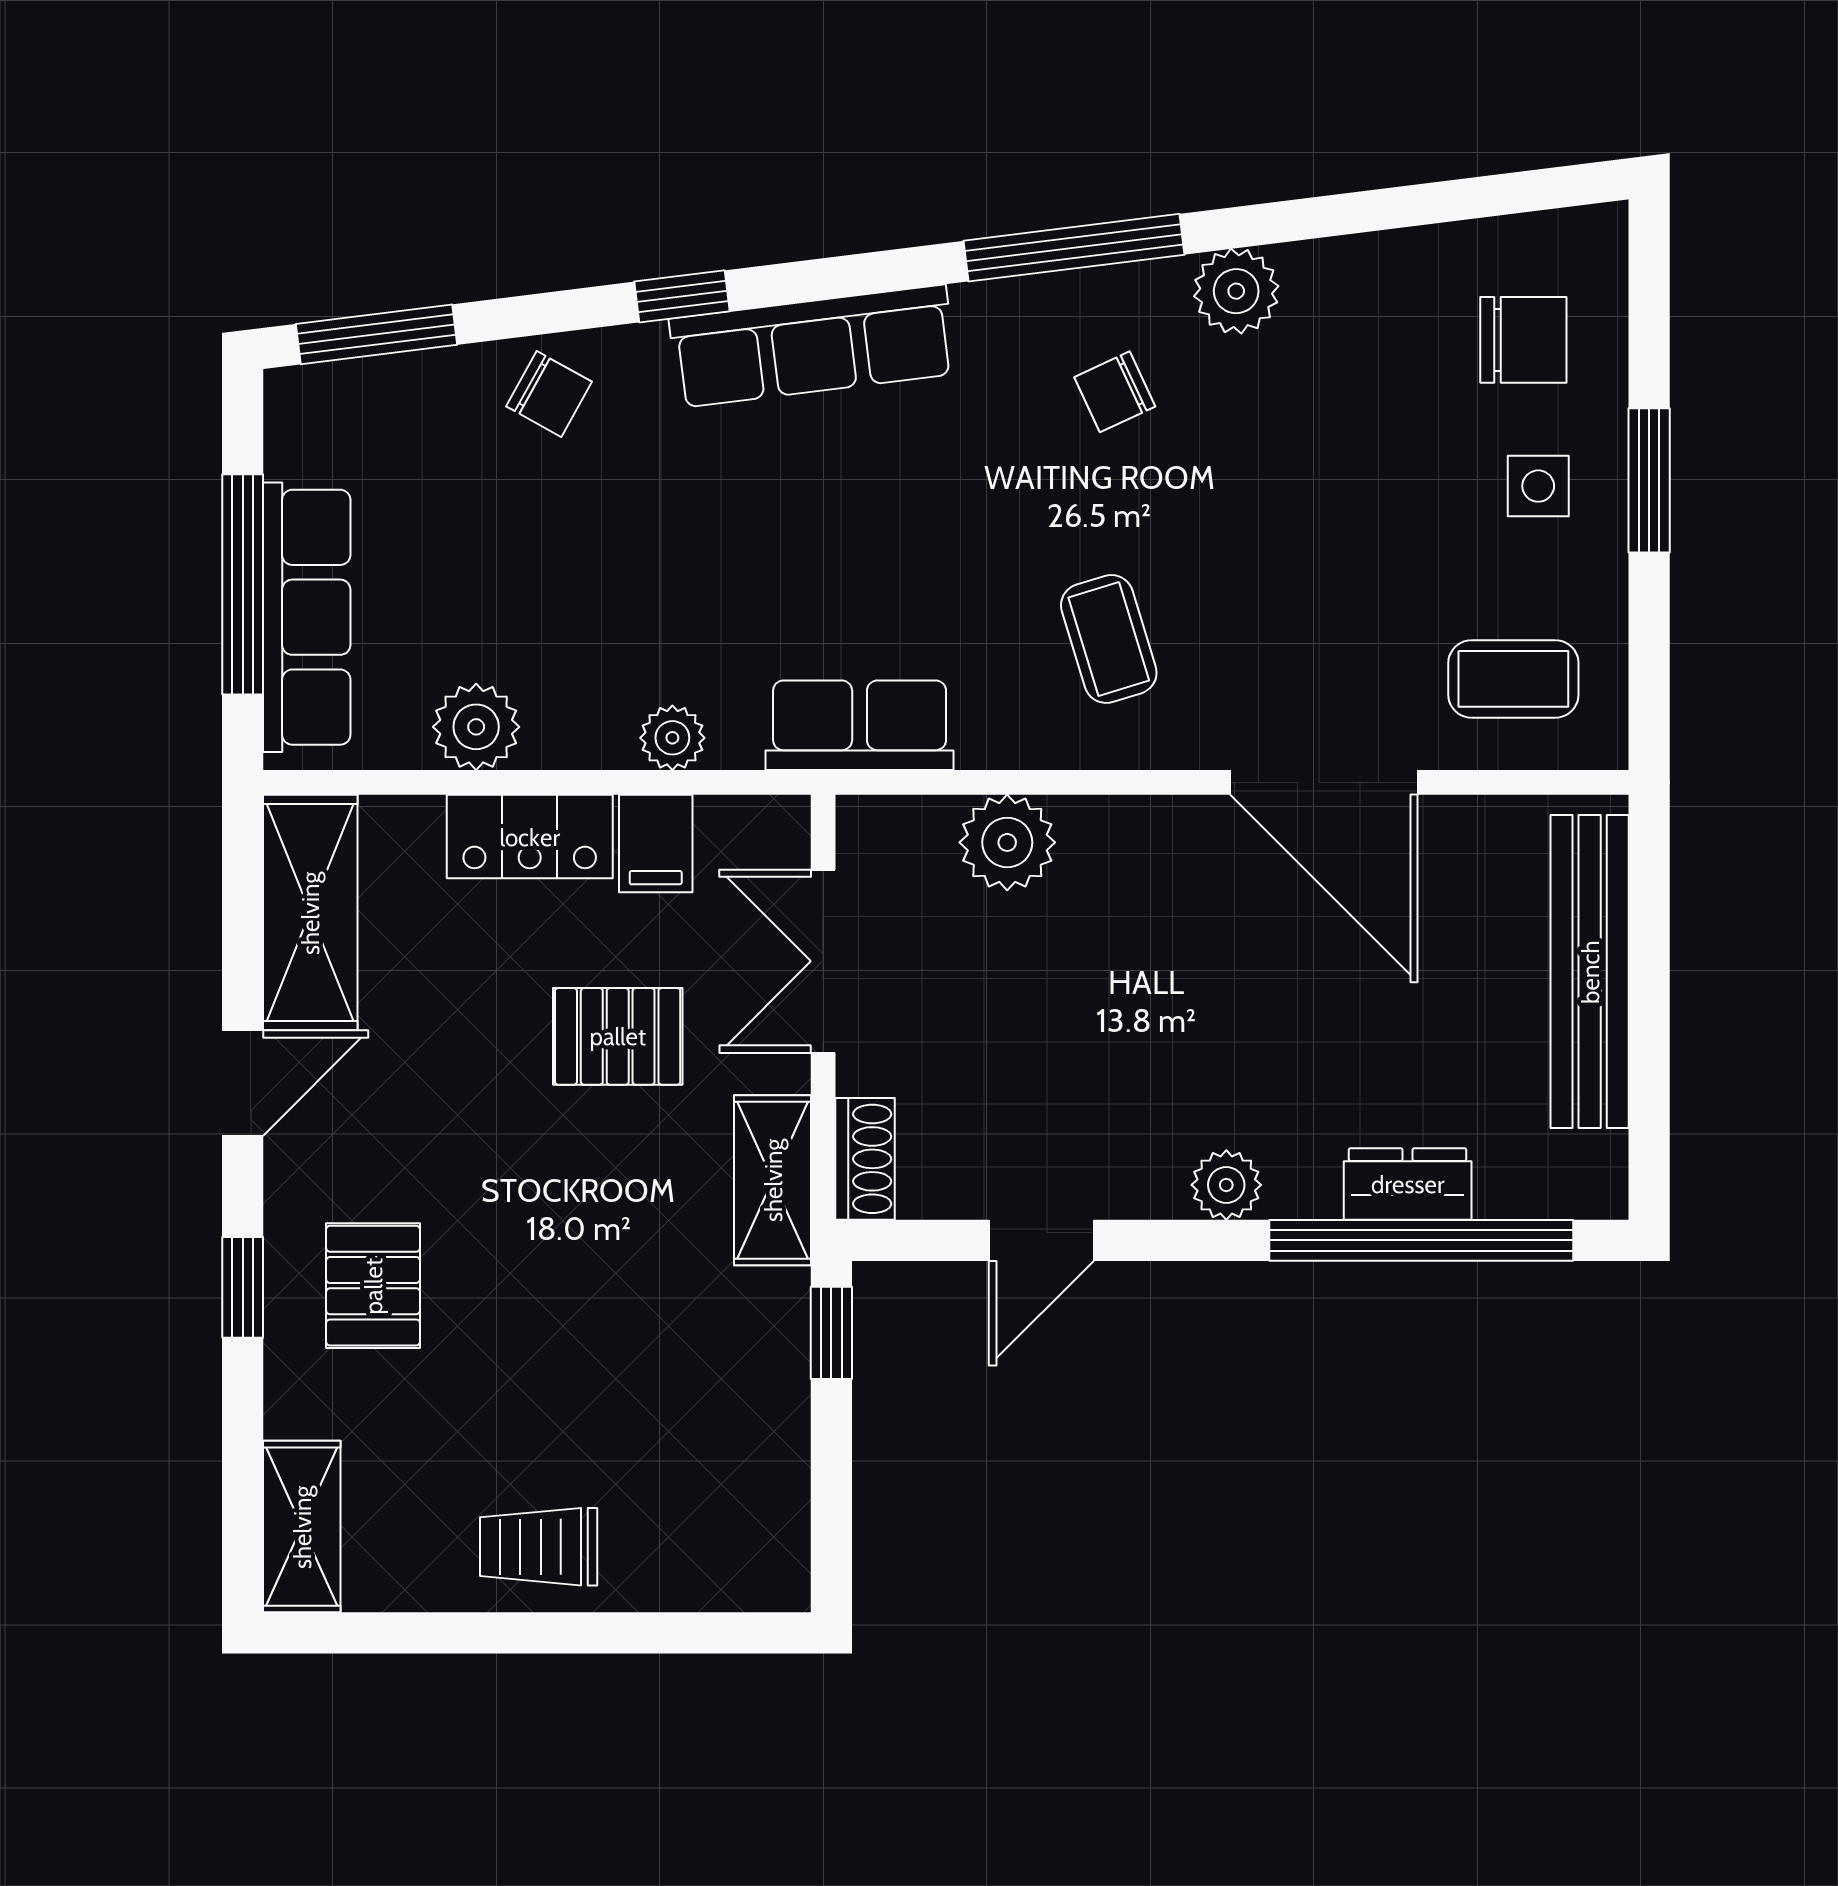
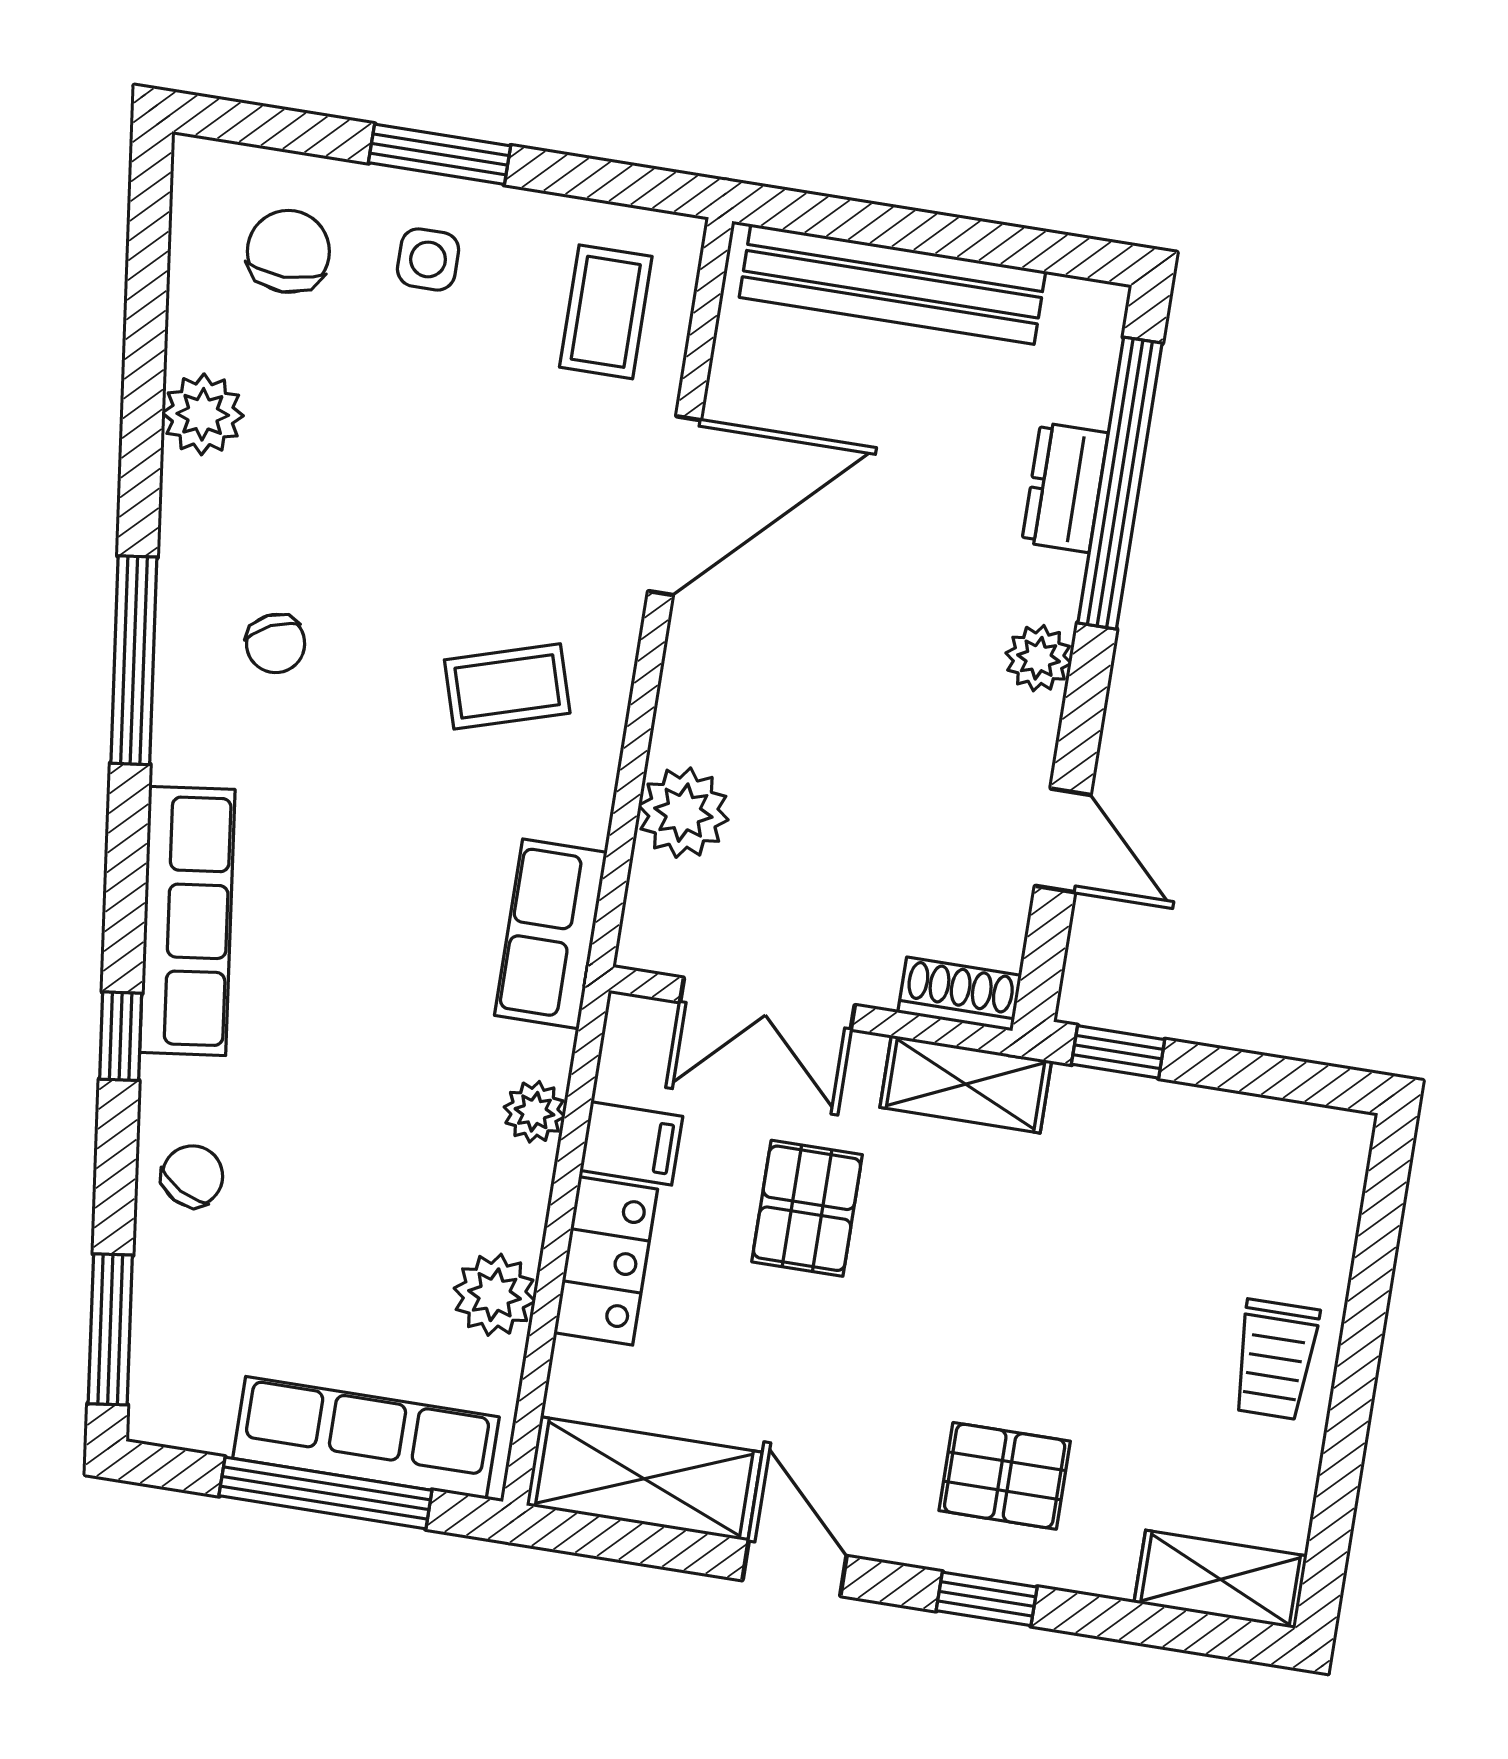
plant: (1236, 291) -> (203, 414), moved

